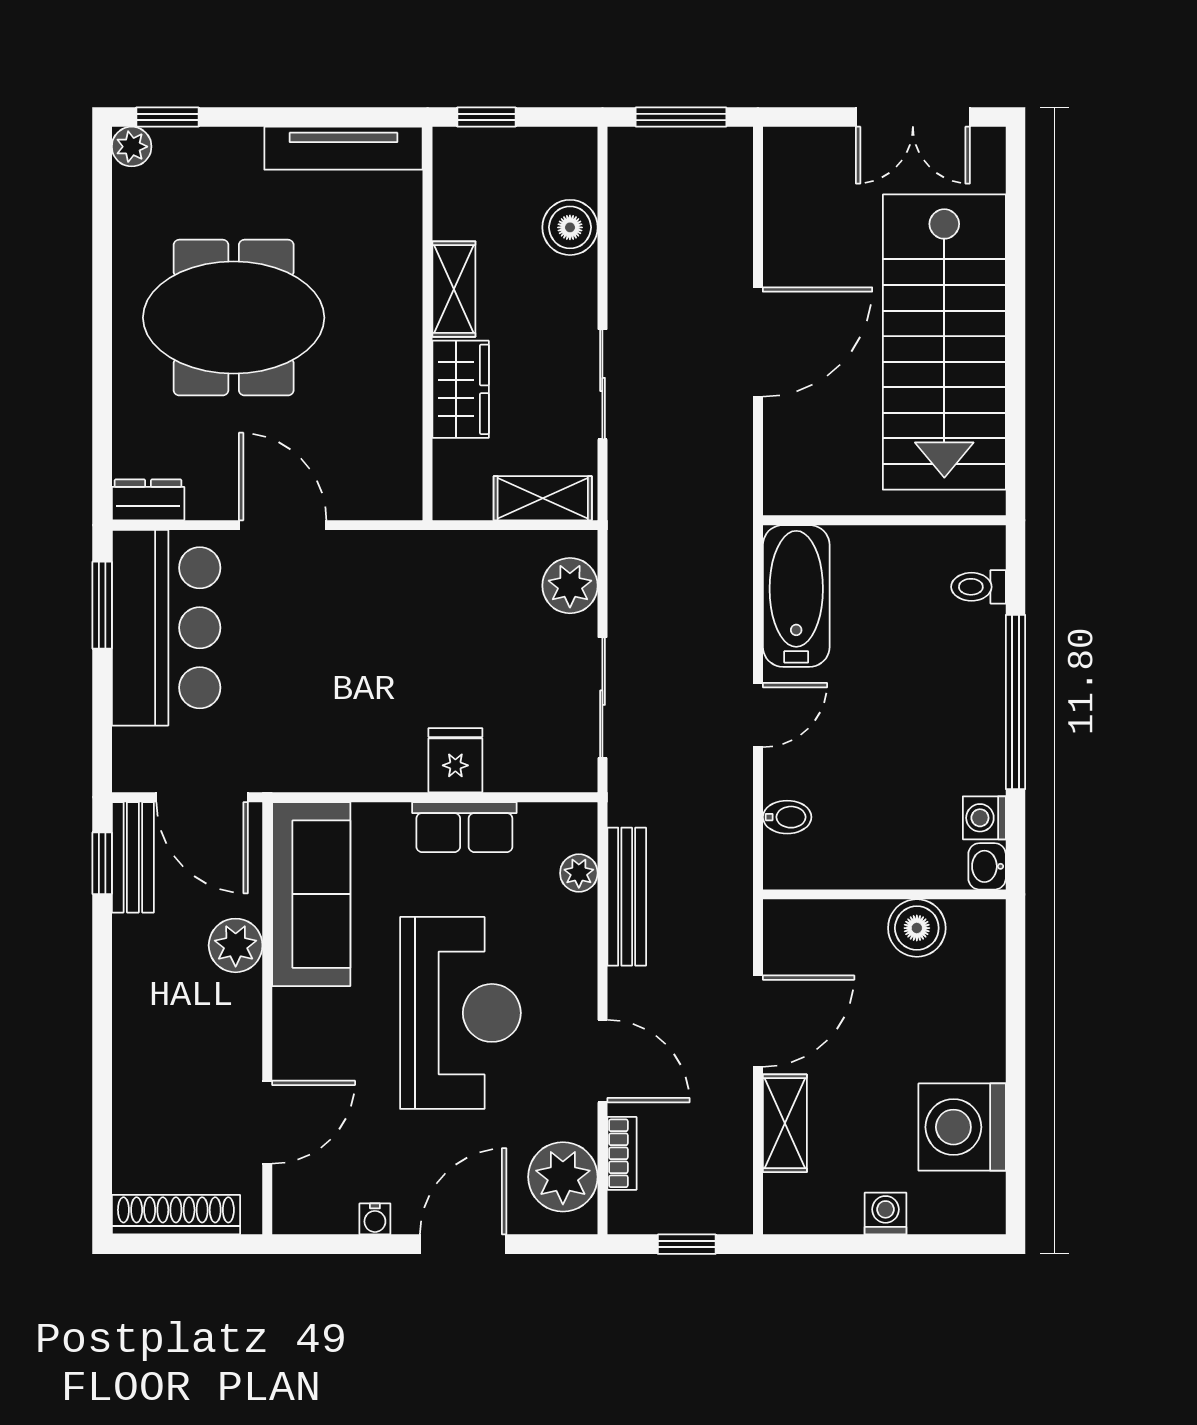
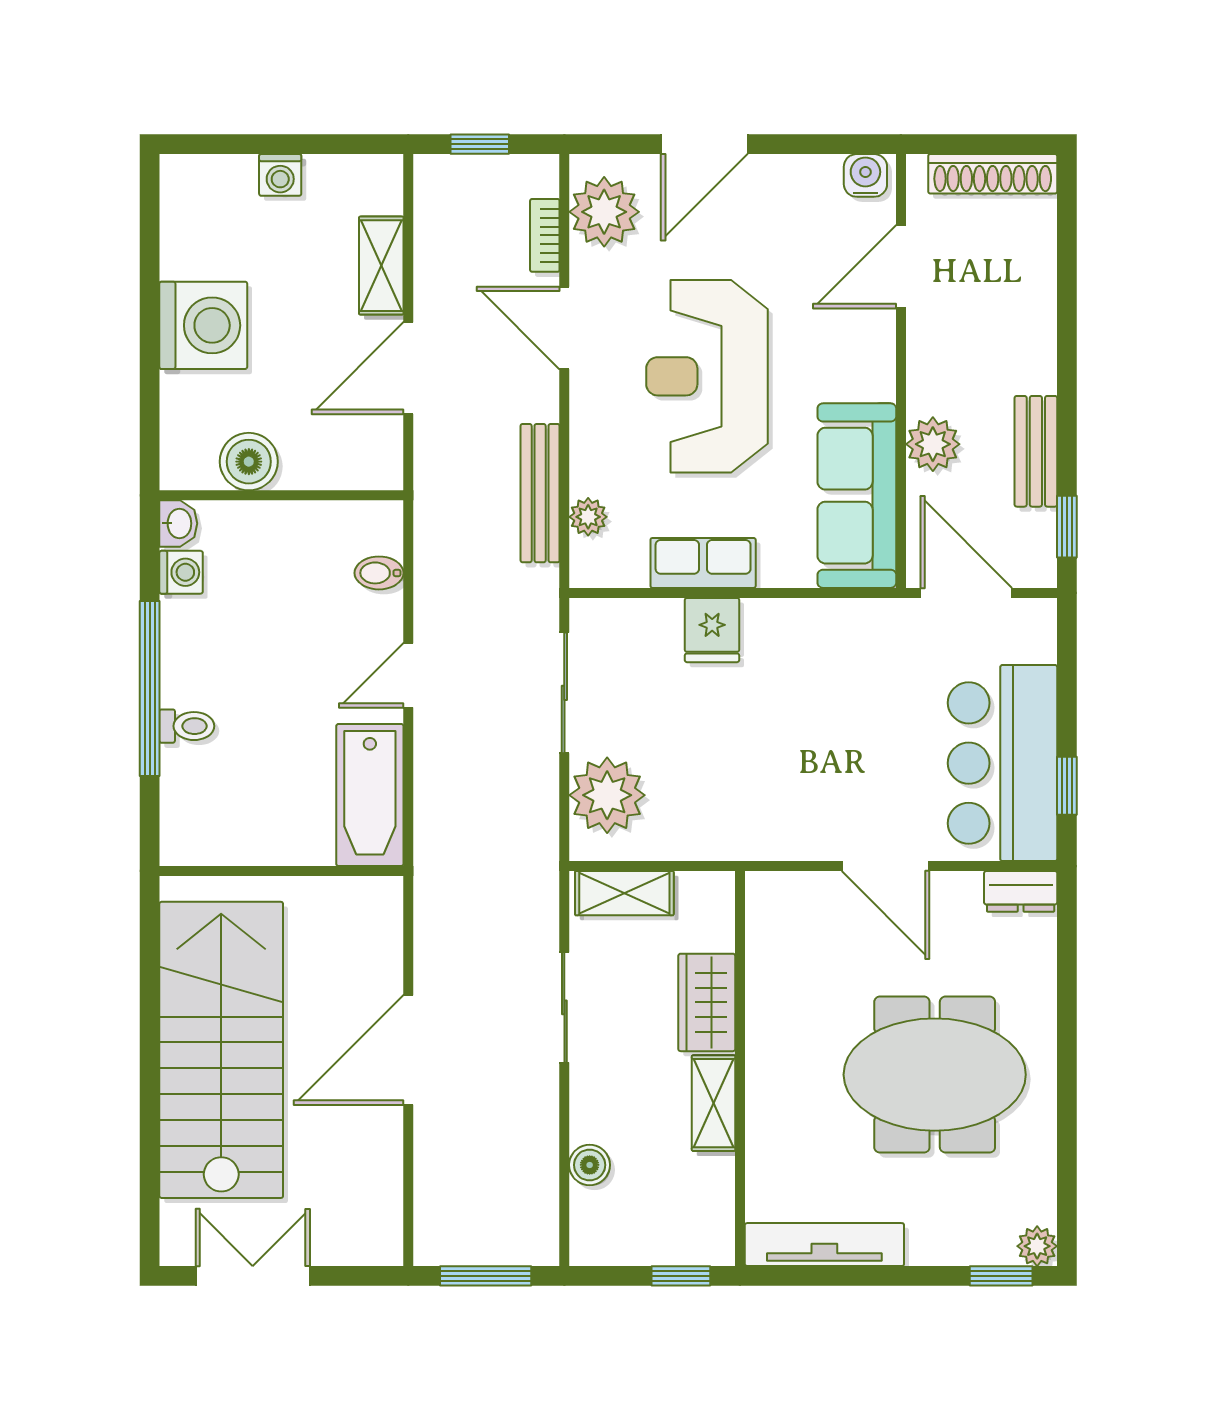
boiler: (570, 227) -> (590, 1165), width x0.73, depth x0.73
plant: (570, 586) -> (607, 795), width x1.36, depth x1.36
toilet: (979, 587) -> (187, 726), moved
window: (102, 605) -> (1067, 786), width x0.67
bench: (133, 857) -> (1036, 451), moved
washing machine: (962, 1127) -> (203, 325), moved
water cooler: (375, 1219) -> (865, 175), moved, width x1.38, depth x1.38

